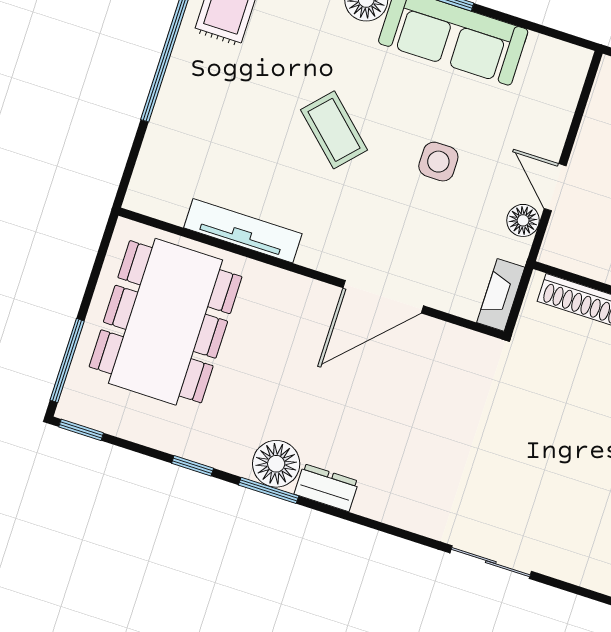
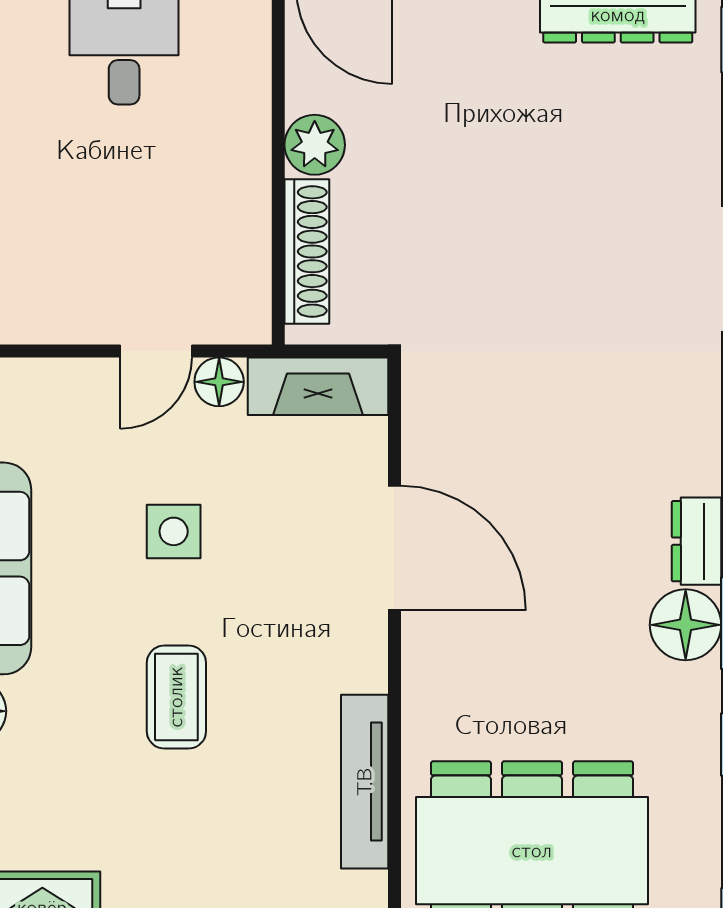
coffee table: (334, 130) -> (176, 697), turned -43
fireplace: (501, 295) -> (318, 386), width x1.37, depth x1.32

